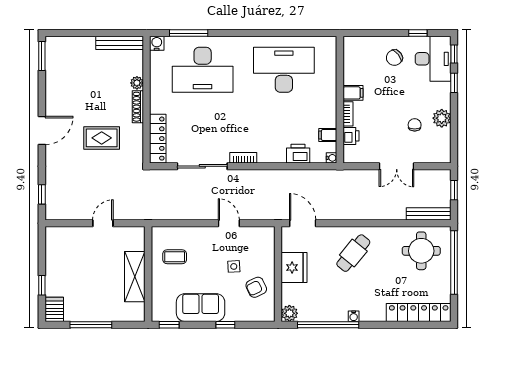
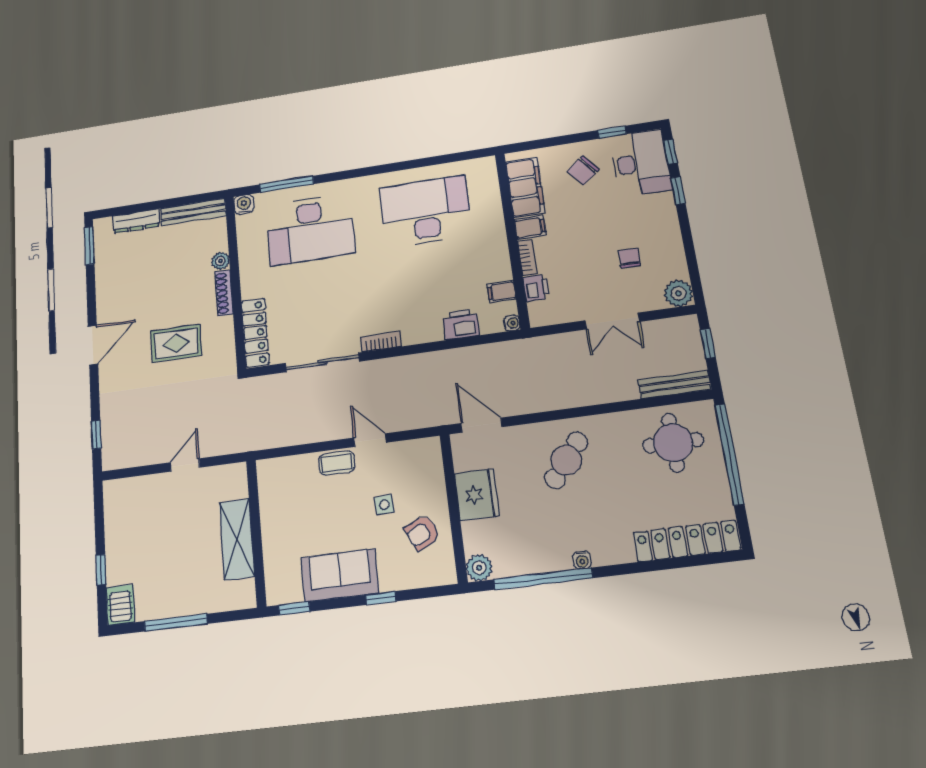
dresser: (77, 43) -> (136, 221), added
filing cabinet: (354, 63) -> (525, 187), added
plant: (442, 118) -> (678, 293), moved
coffee table: (175, 257) -> (337, 463), moved

